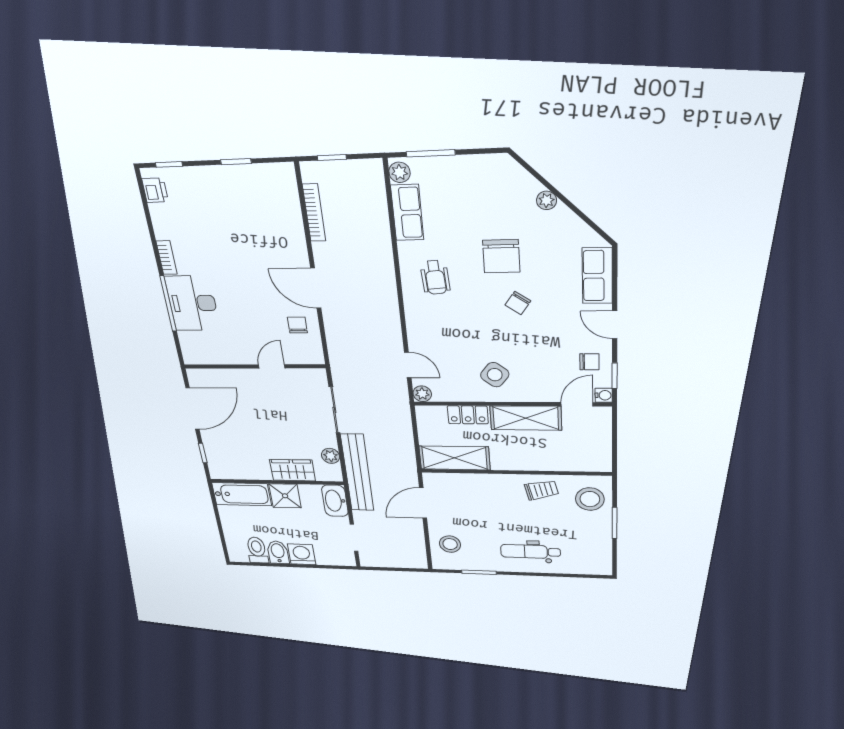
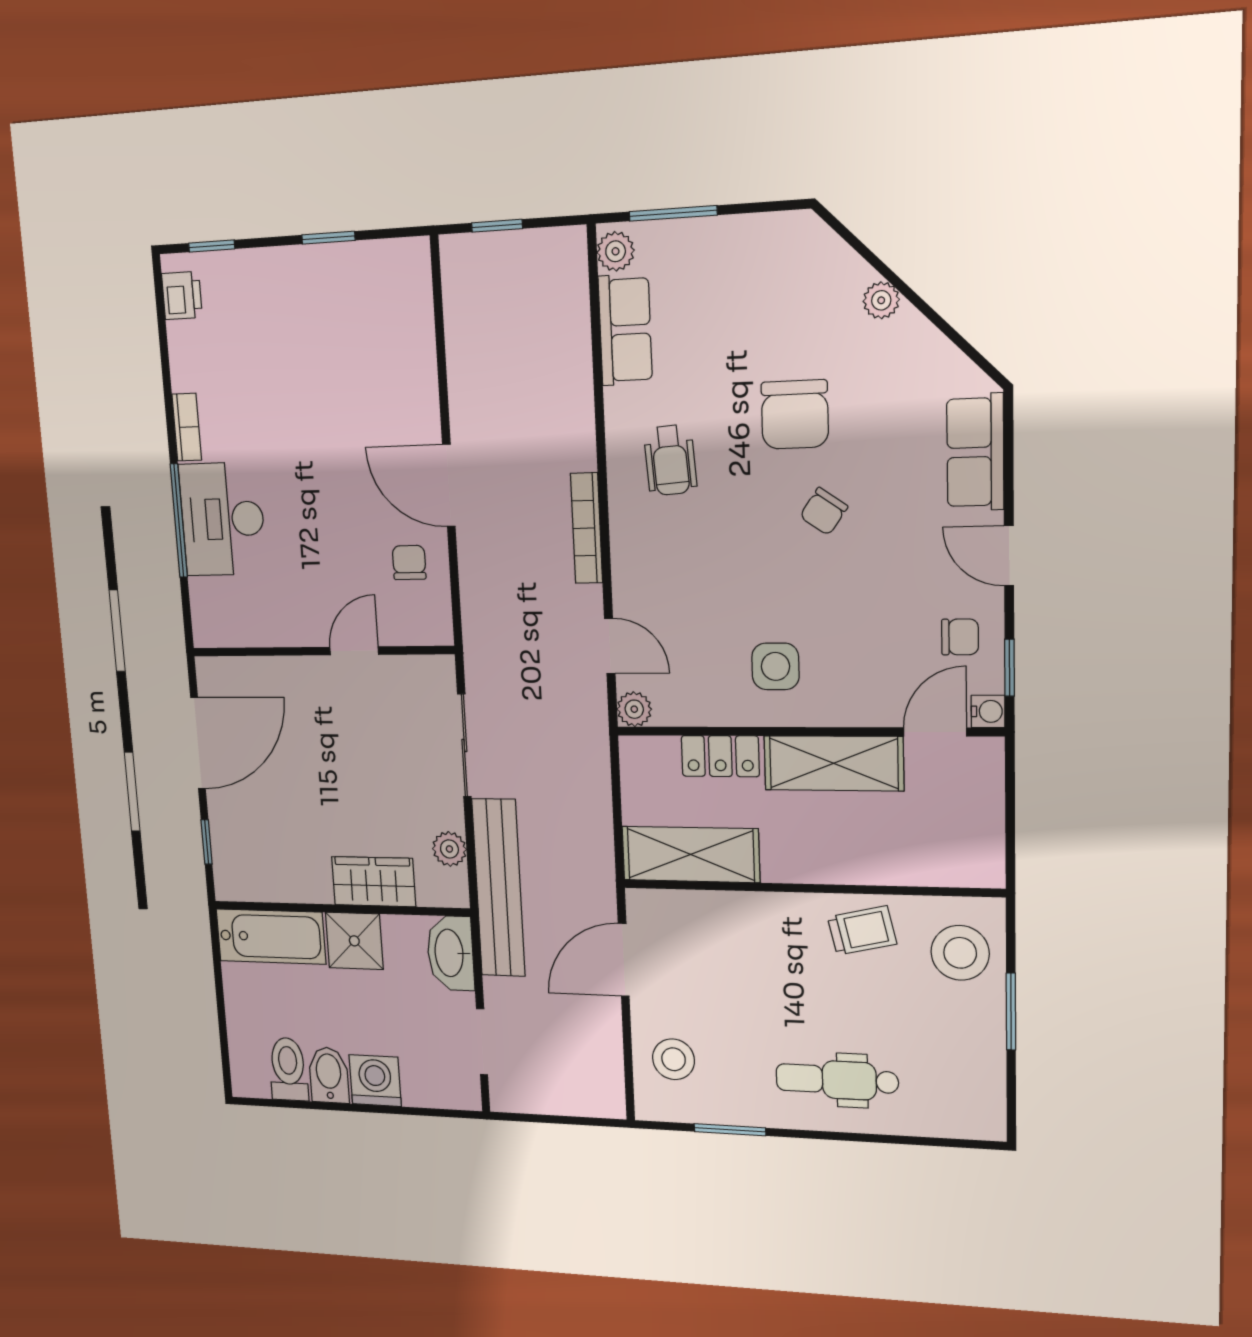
bookcase: (314, 213) -> (587, 528), moved, turned 180
side table: (495, 375) -> (775, 666), turned -38

